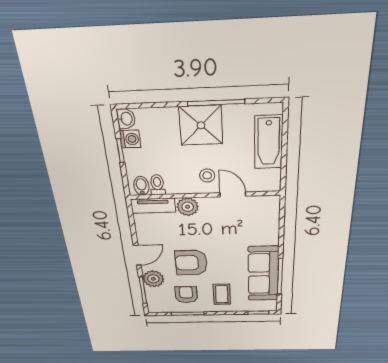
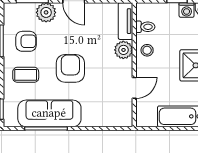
stool: (207, 175) -> (147, 50), moved
bidet: (141, 186) -> (145, 14), removed
armchair: (191, 263) -> (70, 68), moved

